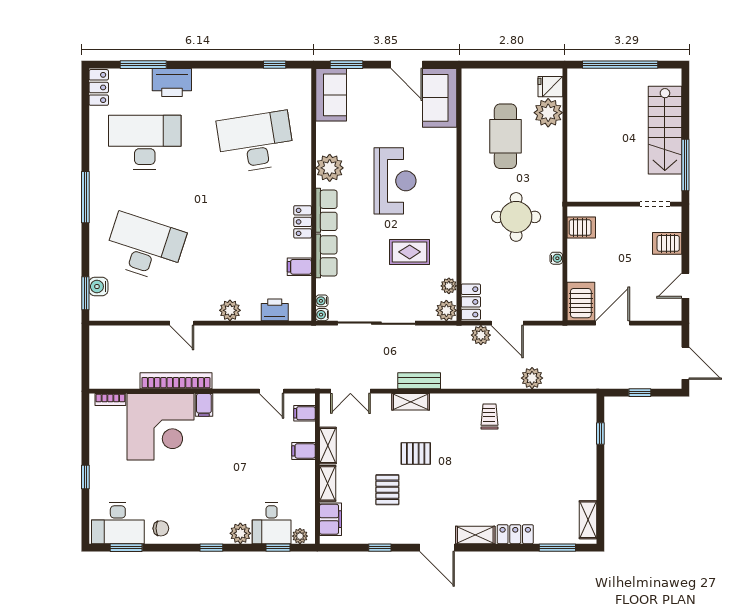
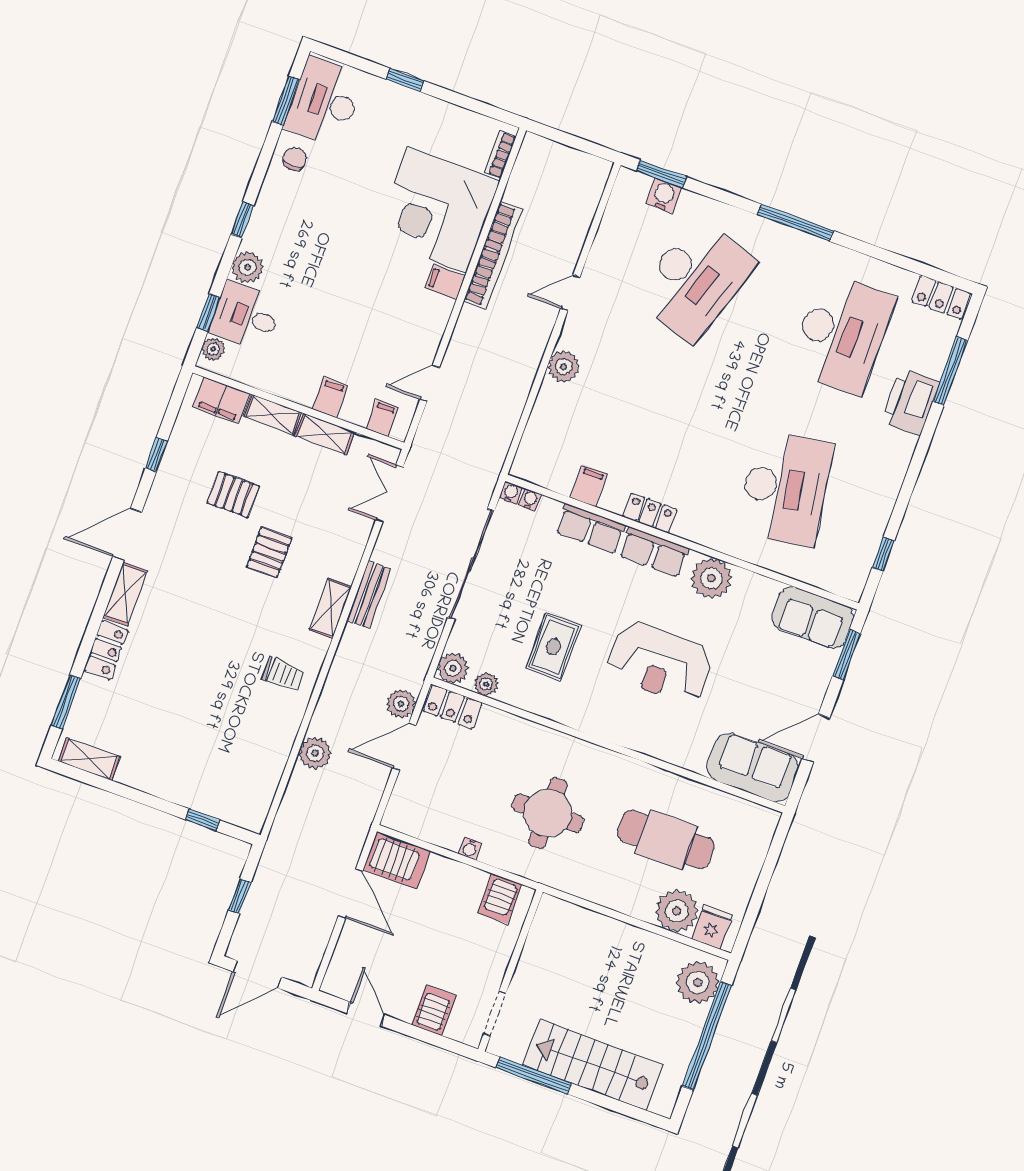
plant: (589, 83) -> (698, 983), added
printer: (275, 310) -> (541, 429), removed
shelving: (411, 402) -> (331, 608), moved
chair: (161, 528) -> (295, 159), turned 180

